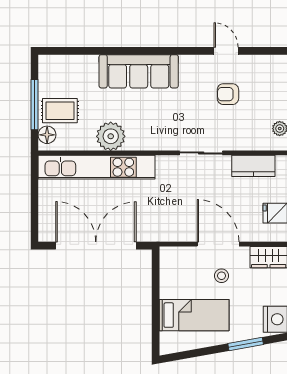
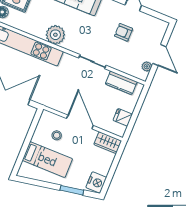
plant: (111, 136) -> (55, 35), moved
stool: (222, 276) -> (57, 135), moved

